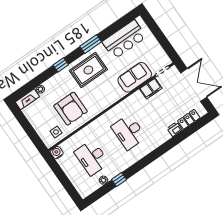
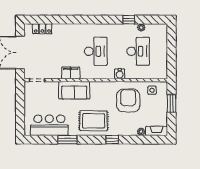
window: (91, 44) -> (67, 140), moved
sofa: (135, 77) -> (74, 90), moved
filing cabinet: (151, 89) -> (71, 73), moved
printer: (175, 129) -> (59, 29), removed
window: (31, 132) -> (172, 103), added
water cooler: (57, 153) -> (120, 74), moved

